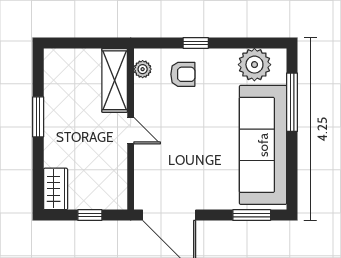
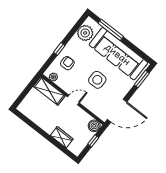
window: (38, 117) -> (40, 131), removed
side table: (194, 144) -> (97, 80), added
wardrobe: (56, 189) -> (62, 137), moved
boiler: (115, 197) -> (94, 126), added

